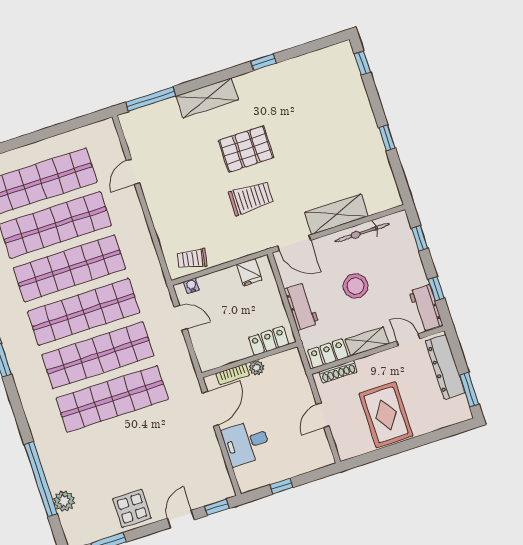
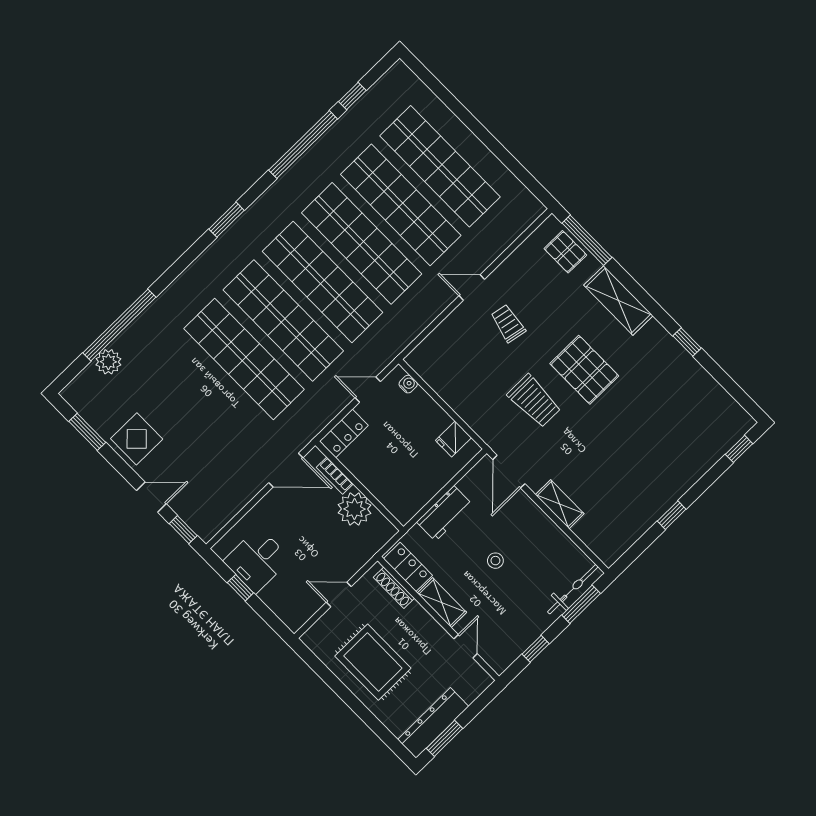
pallet: (151, 120) -> (565, 252), added
door: (133, 172) -> (472, 287), moved
shelving: (336, 214) -> (560, 504), width x0.67, depth x0.75
bicycle: (362, 233) -> (573, 589), moved, turned 90
window: (420, 238) -> (581, 604), width x1.50
trolley: (192, 259) -> (508, 323), moved
stool: (356, 286) -> (495, 561), width x0.53, depth x0.53
workbench: (426, 308) -> (509, 648), removed
door: (181, 318) -> (368, 390), swing flipped
locker: (269, 341) -> (344, 433), moved, turned 90
dresser: (445, 367) -> (433, 723), moved
plant: (257, 368) -> (354, 509), width x1.87, depth x1.87
rug: (386, 415) -> (373, 662), turned 90
desk: (246, 443) -> (257, 560), moved, turned -90

